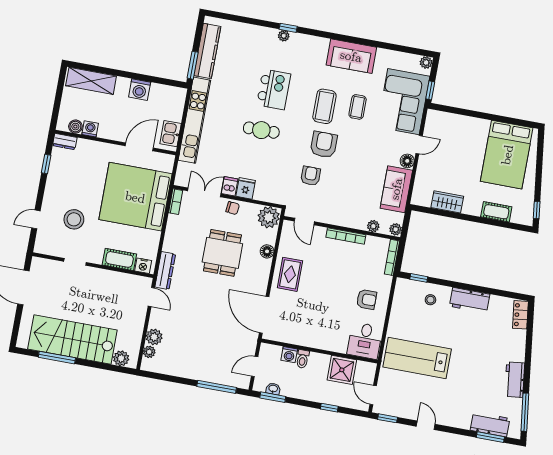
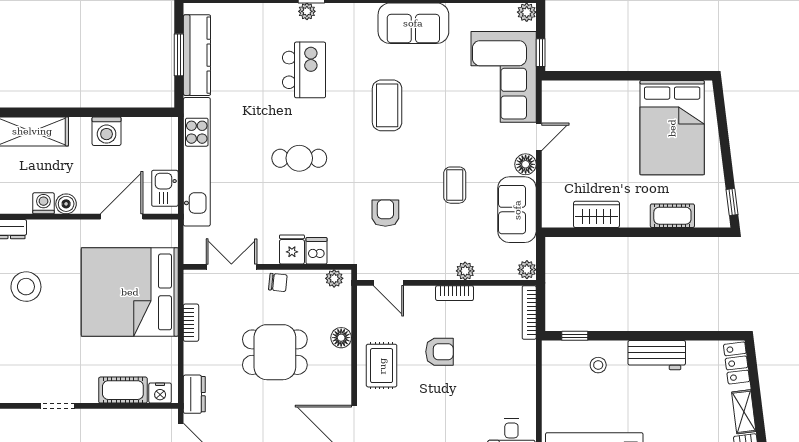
window: (193, 65) -> (179, 55), moved
kitchen island: (274, 89) -> (304, 70), moved
coffee table: (358, 107) -> (455, 185), moved
boiler: (75, 127) -> (66, 204), moved
armchair: (324, 145) -> (397, 163), removed
dishwasher: (230, 186) -> (317, 251), moved
bookcase: (176, 202) -> (191, 323), moved
plant: (269, 217) -> (334, 278), width x0.53, depth x0.53
stool: (74, 219) -> (26, 287), moved
plant: (373, 226) -> (465, 271), moved
bookcase: (346, 236) -> (455, 293), width x0.64
dining table: (222, 253) -> (275, 352), turned 90
dresser: (165, 271) -> (194, 394), width x0.70
armchair: (367, 299) -> (439, 352), moved
shelving: (519, 347) -> (744, 412), added

